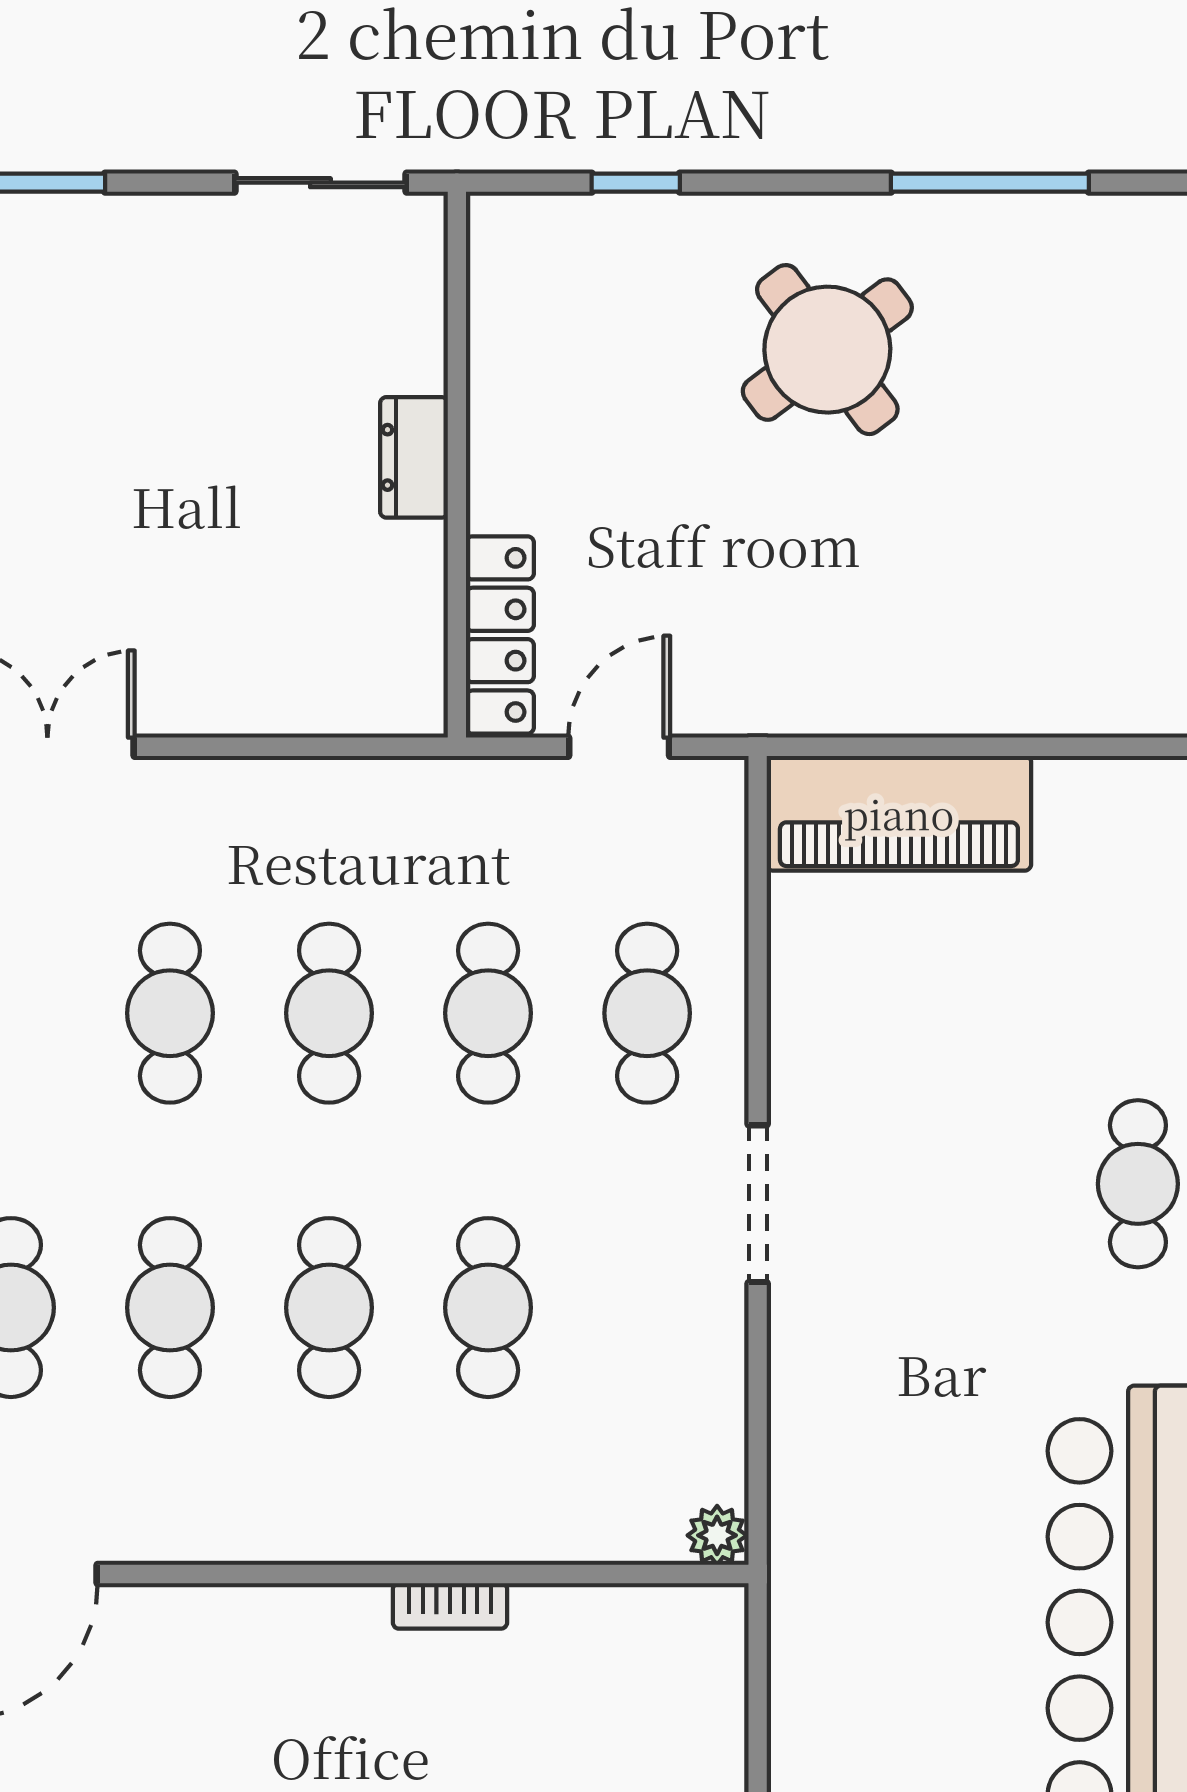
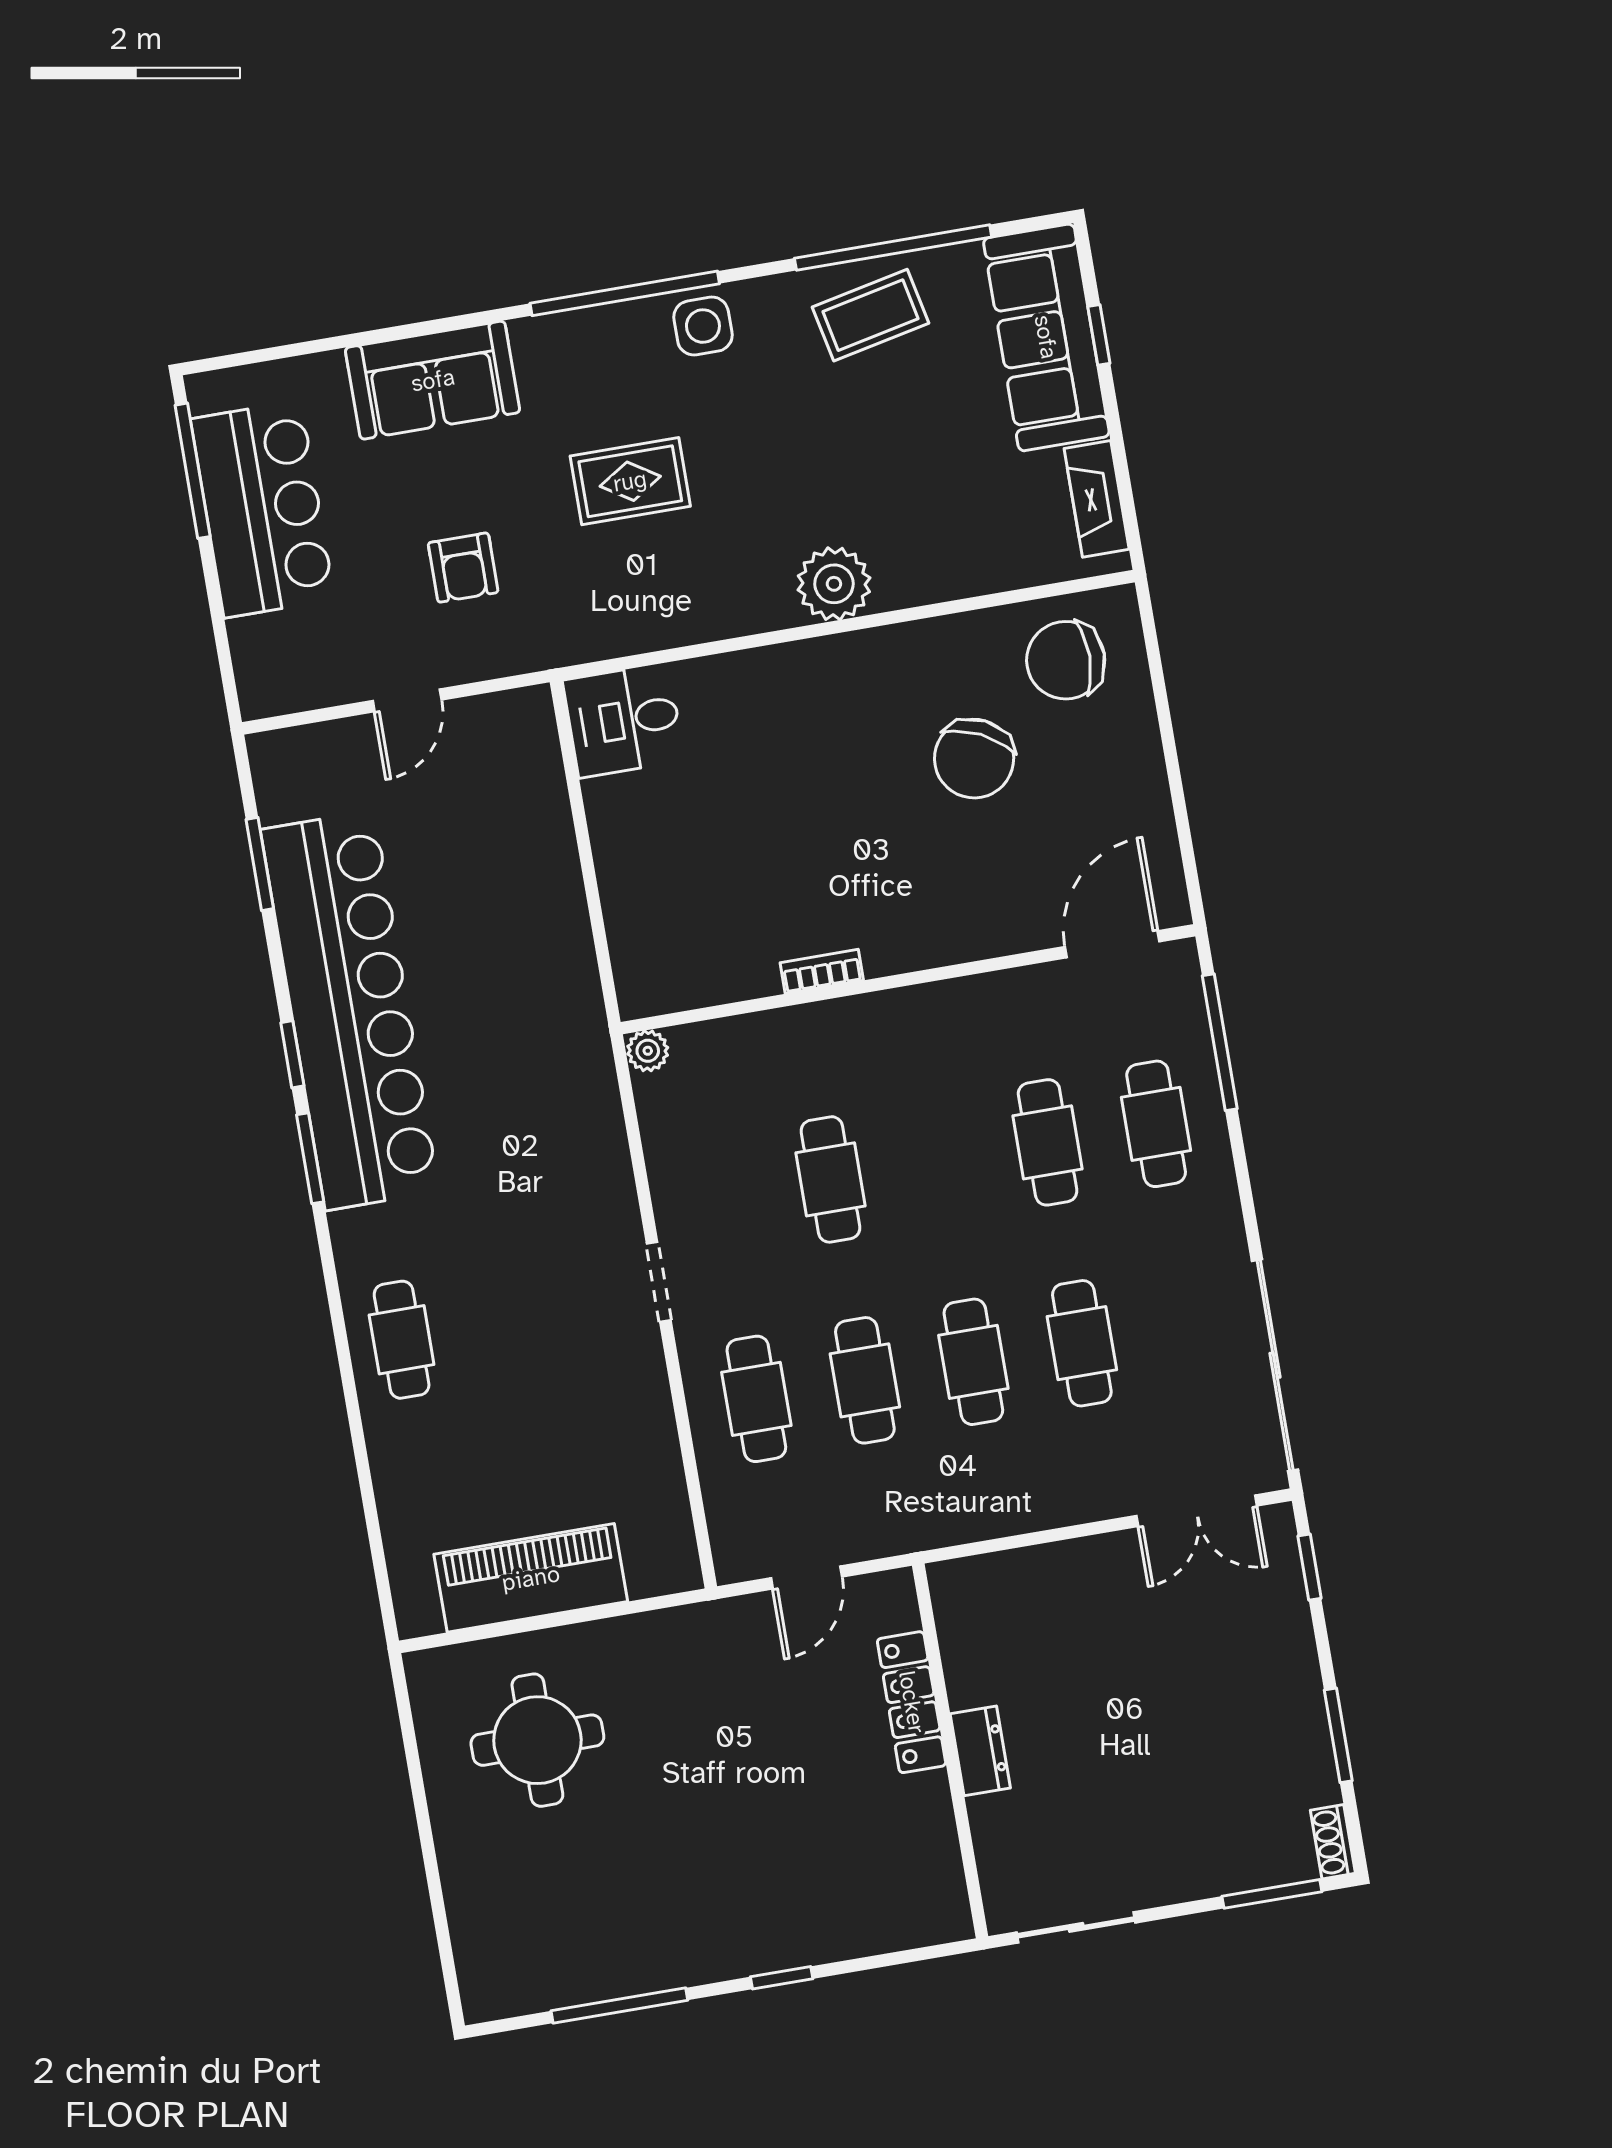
window: (636, 183) -> (782, 1978), moved
round table: (827, 350) -> (537, 1740), moved, turned 37
locker: (500, 635) -> (912, 1702), moved
piano: (899, 813) -> (531, 1578), moved
doorway: (758, 1204) -> (659, 1282), width x0.73
cafe table: (329, 1308) -> (939, 1161), removed

